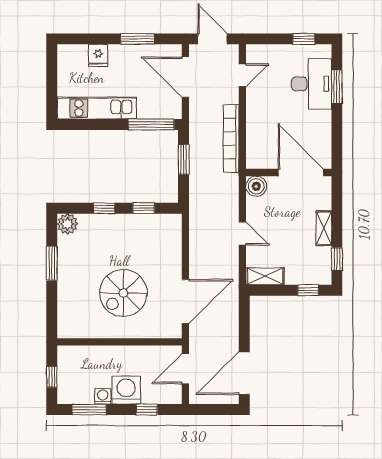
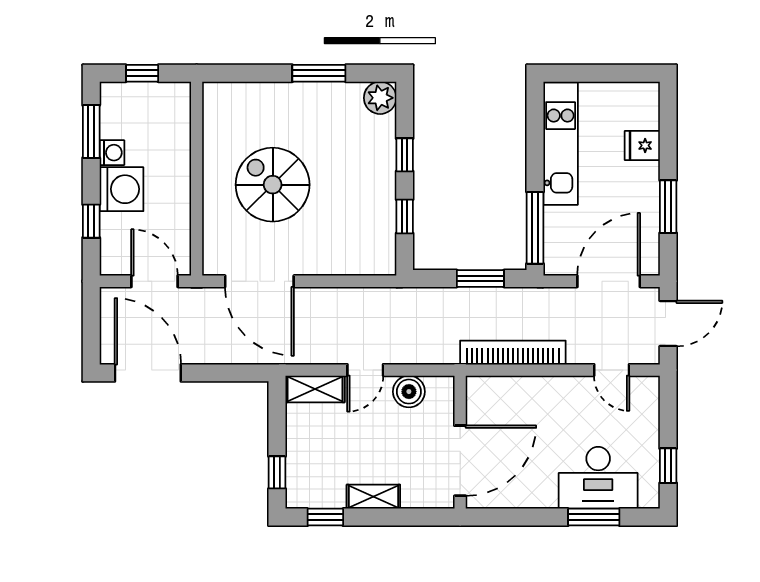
boiler: (256, 186) -> (409, 392), moved
shelving: (265, 276) -> (315, 389), moved, turned 90

